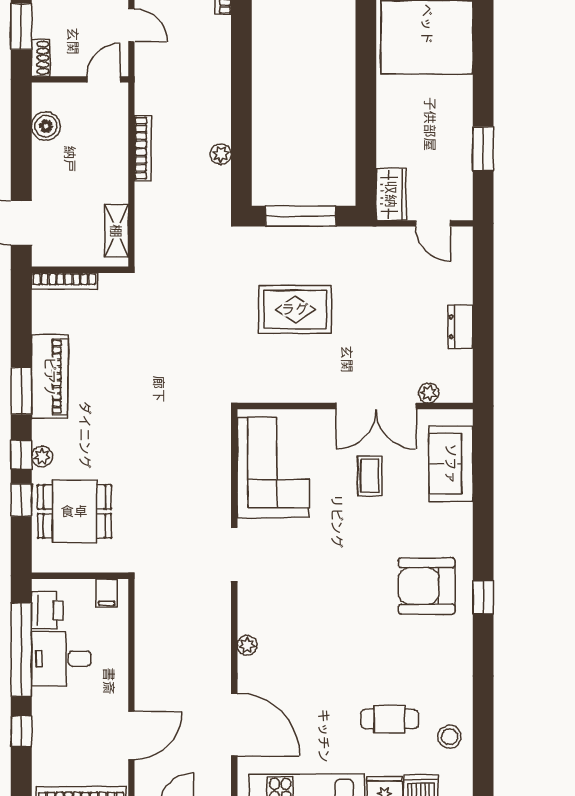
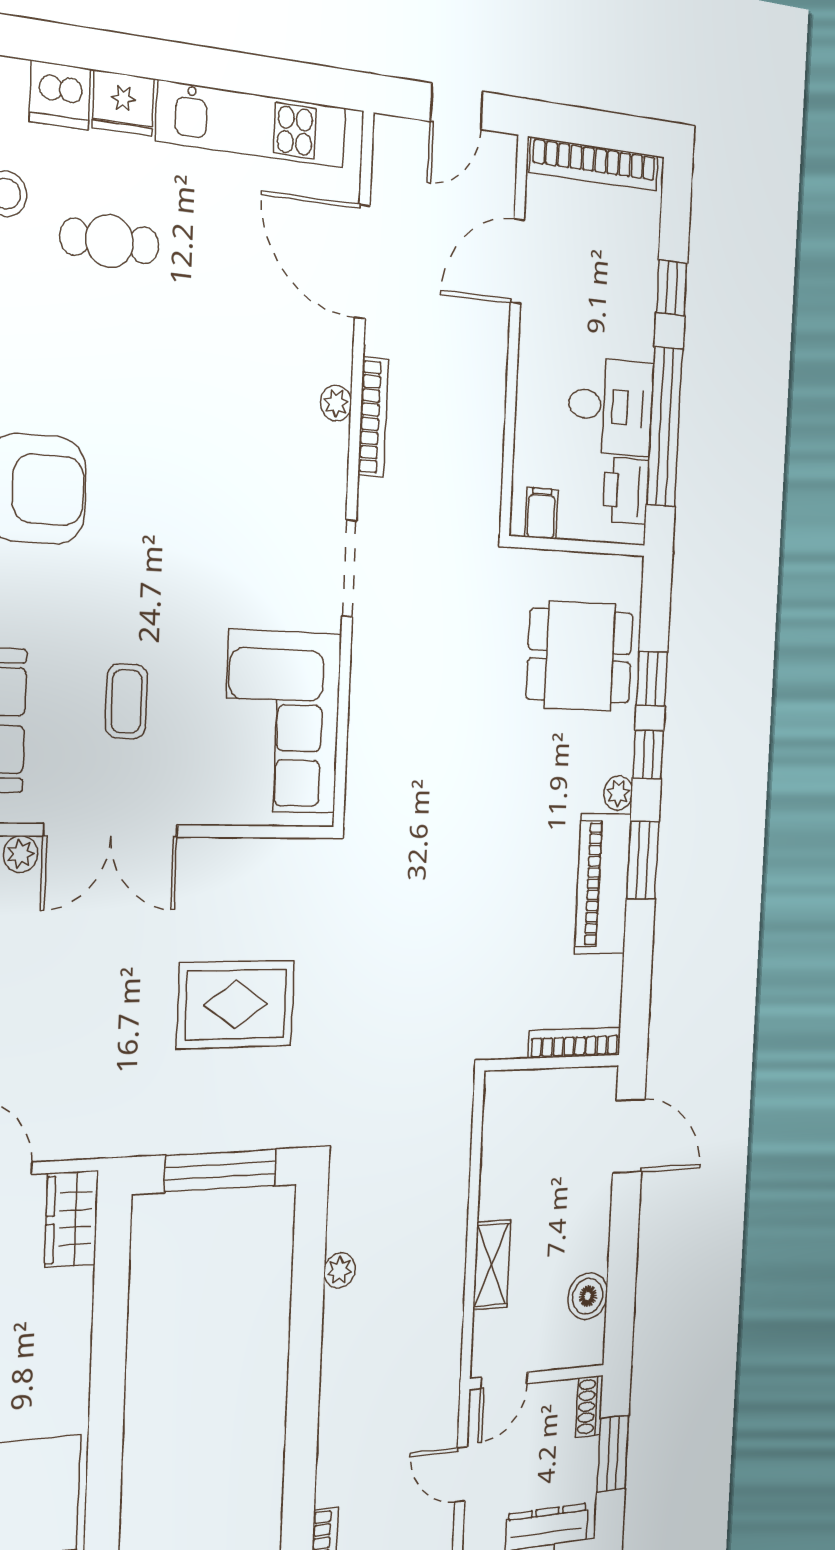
bookcase: (143, 148) -> (373, 417), moved, turned 180
shelving: (116, 231) -> (492, 1265), moved
double door: (376, 406) -> (111, 830), swing flipped
plant: (42, 456) -> (618, 793), moved

